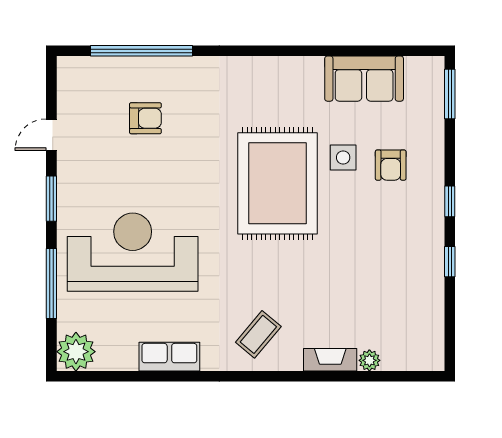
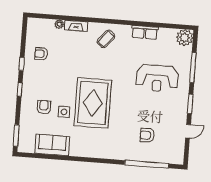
reception desk: (133, 252) -> (157, 78), width x0.74, depth x0.77
armchair: (406, 288) -> (41, 54), added

